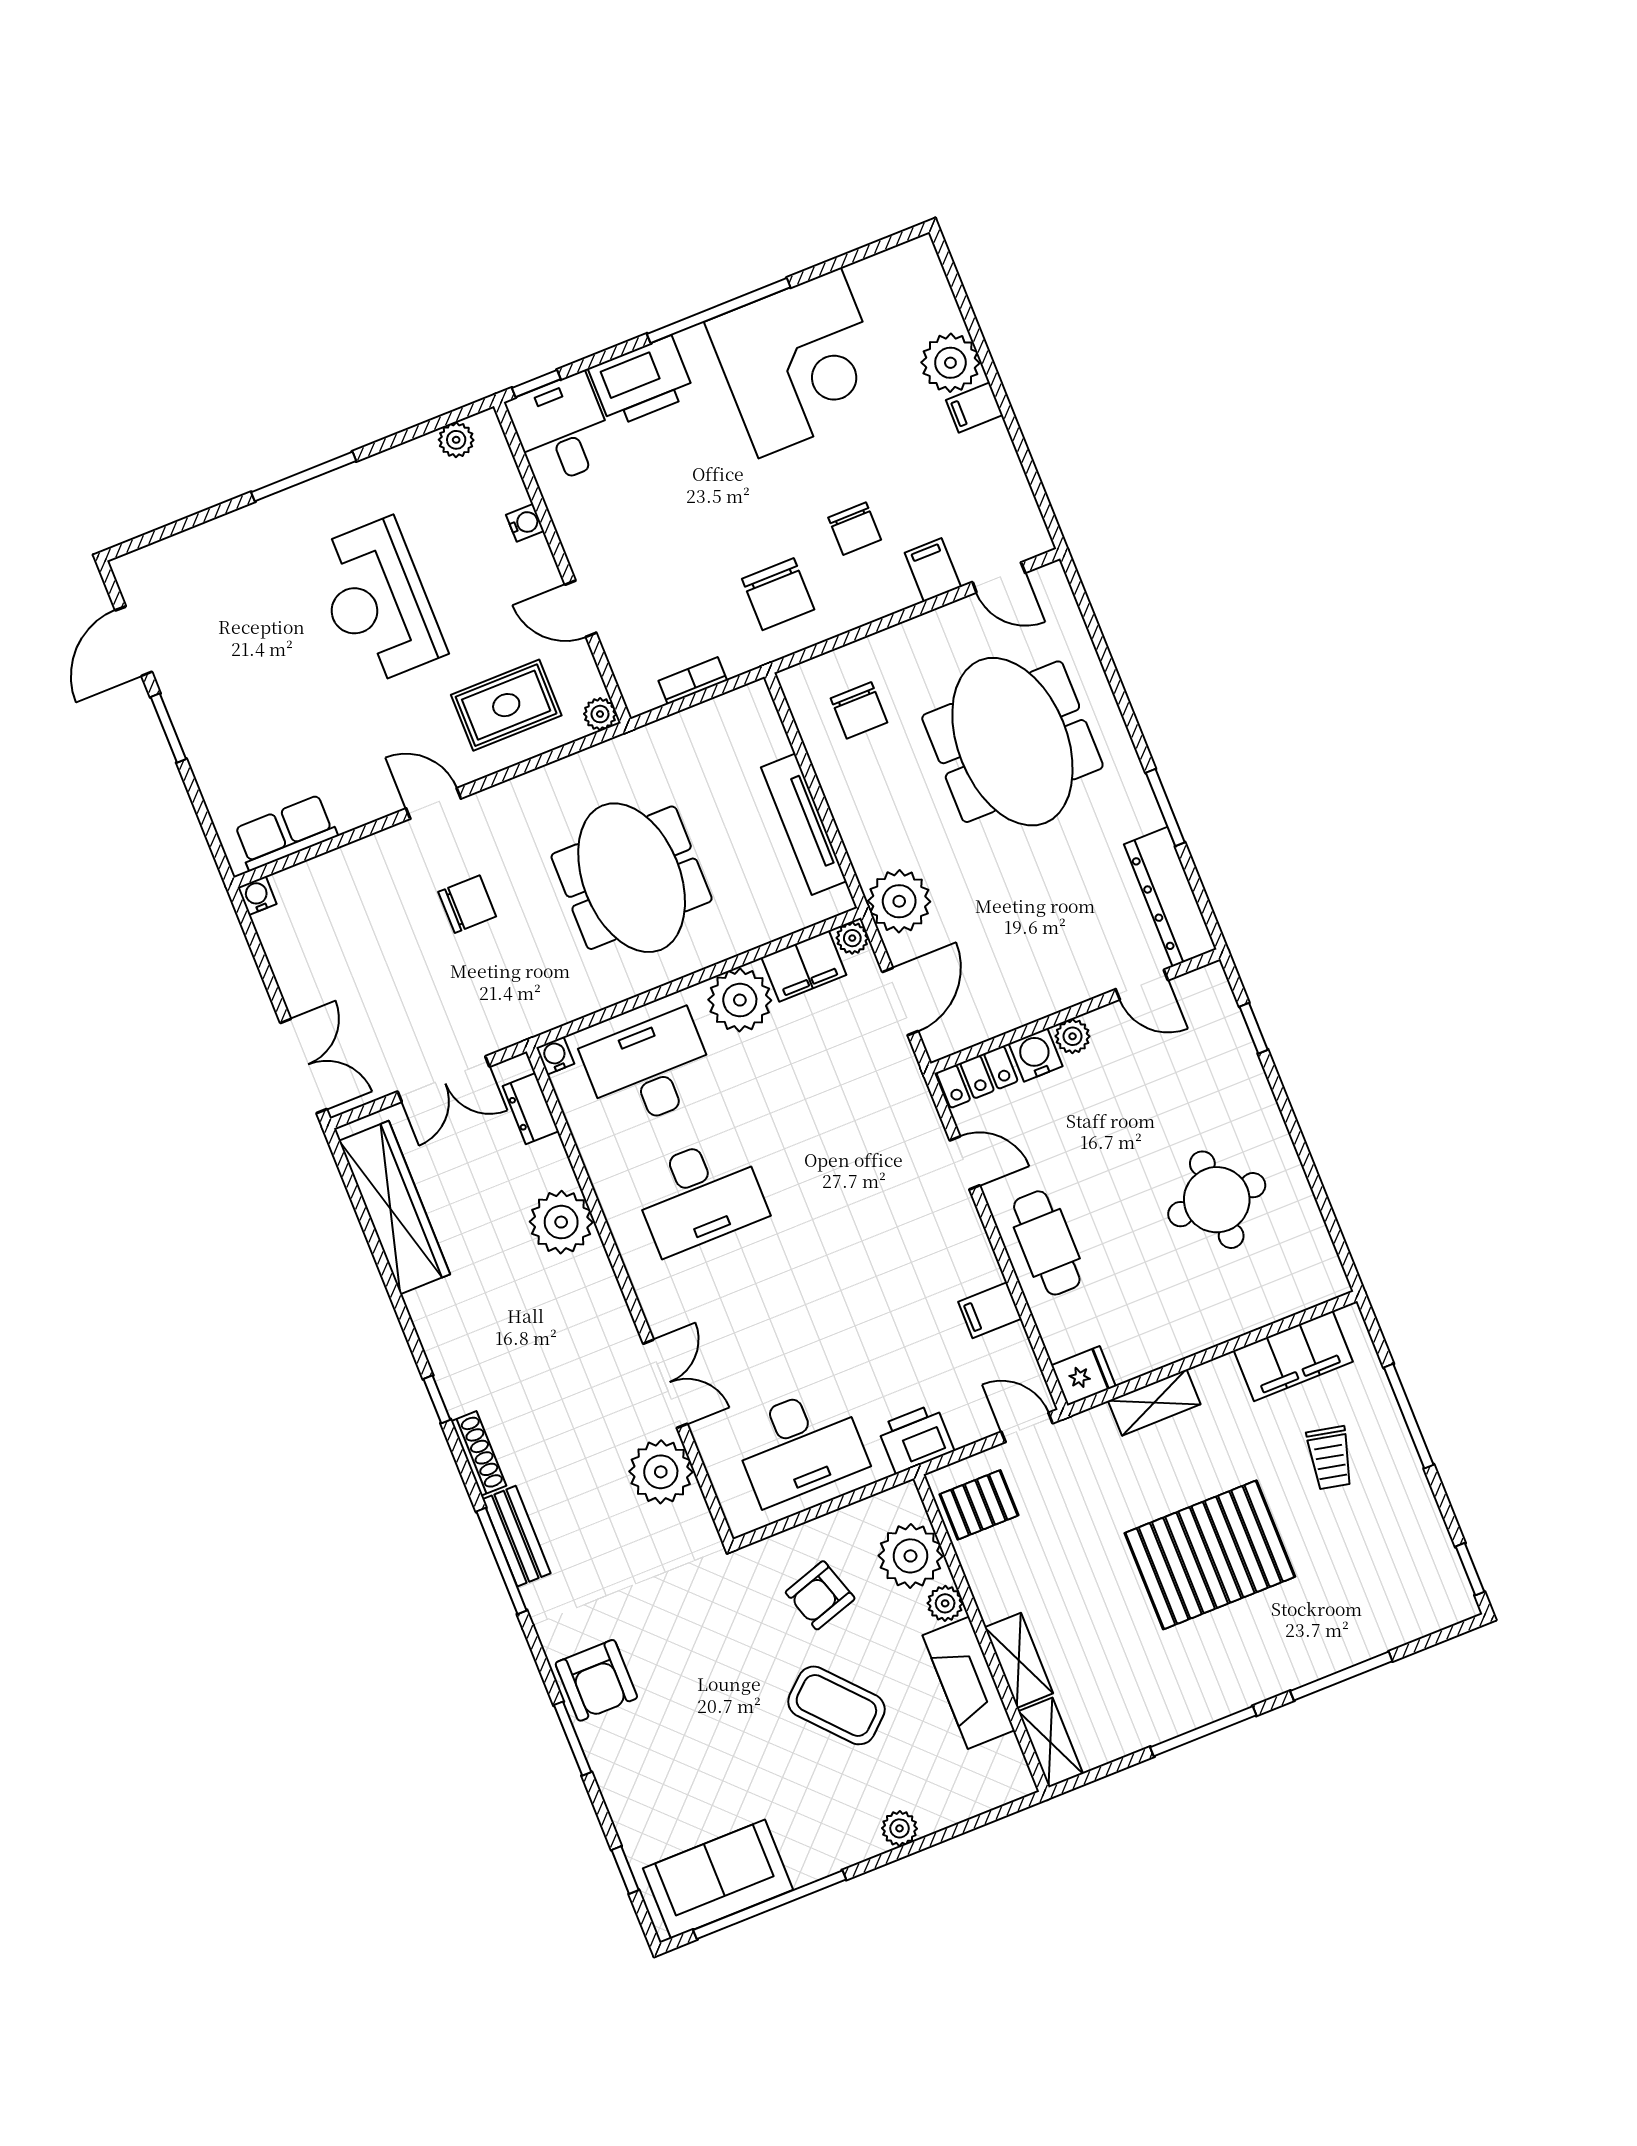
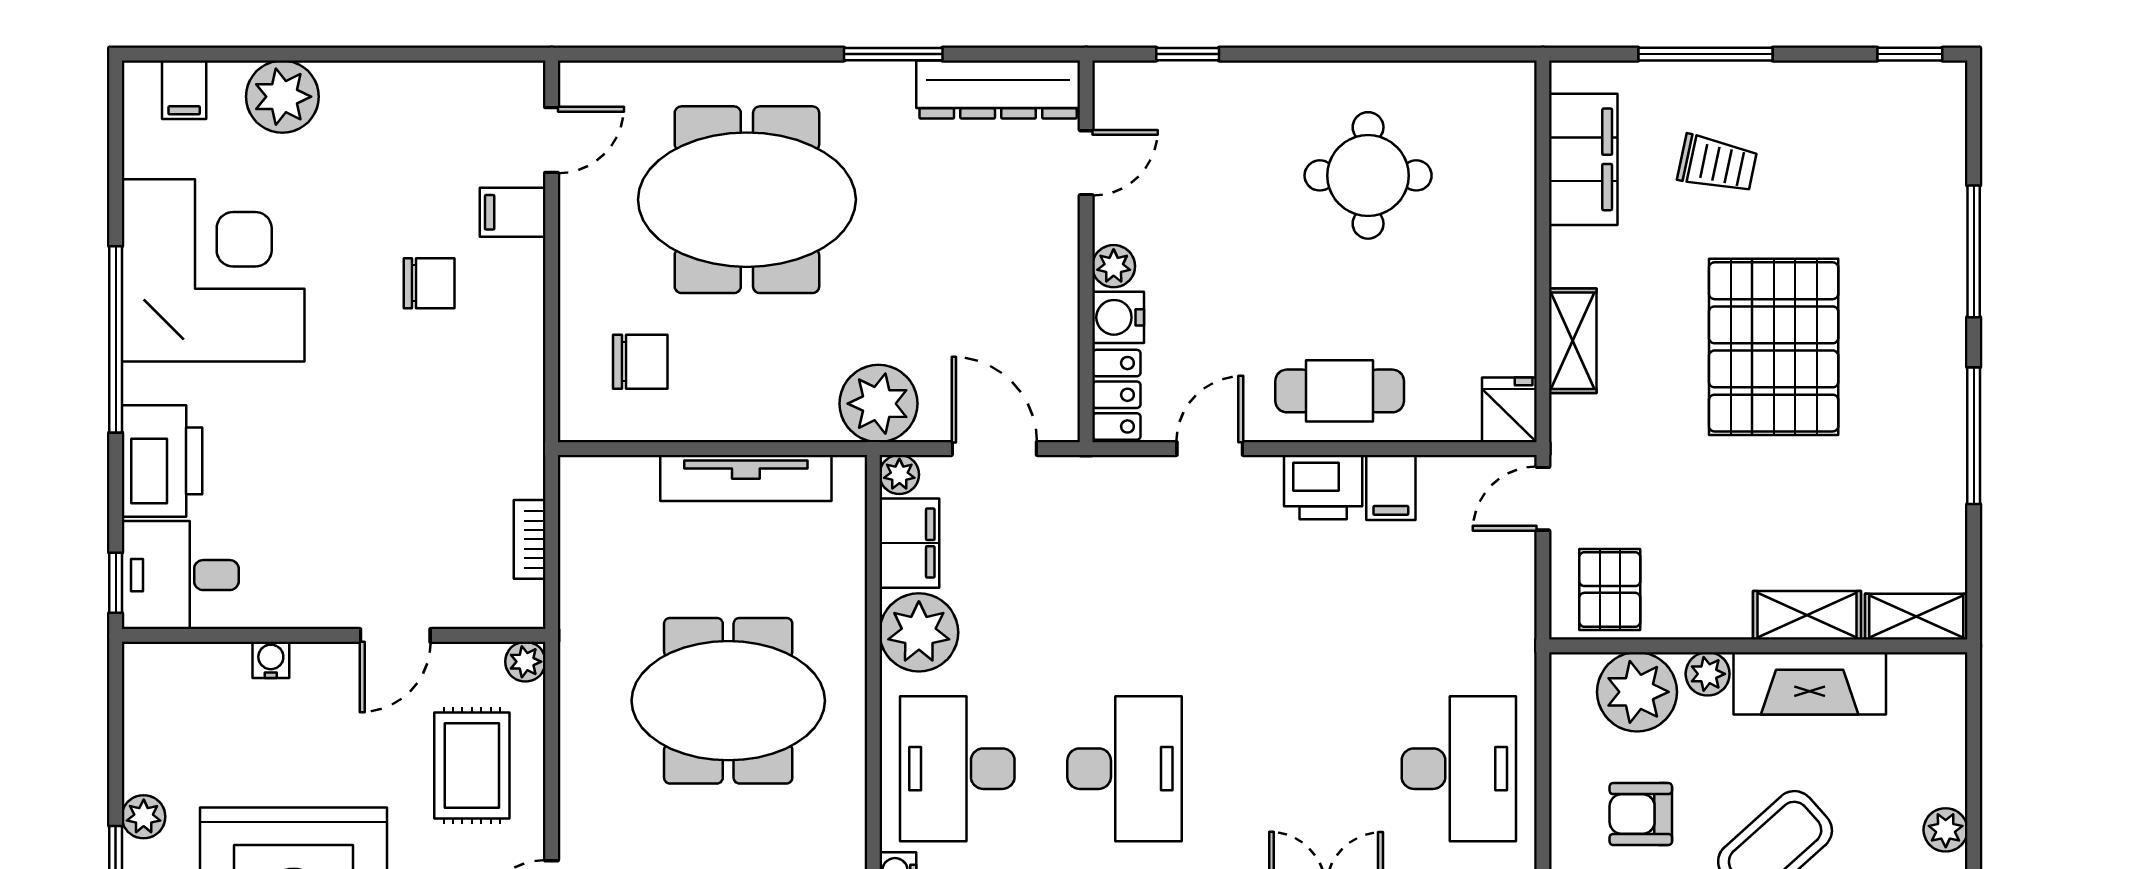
filing cabinet: (974, 407) -> (184, 90), moved
plant: (456, 440) -> (144, 817), moved
chair: (778, 594) -> (469, 402), removed
printer: (916, 1439) -> (1323, 487), moved, turned -90
armchair: (820, 1595) -> (1641, 814), turned 108

